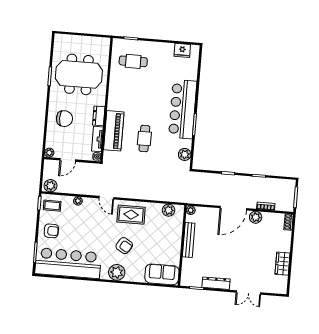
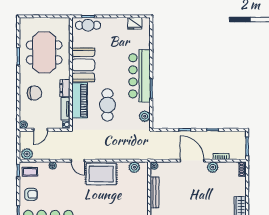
cafe table: (133, 61) -> (88, 25), moved
meeting table: (79, 74) -> (44, 52), turned 90
booth: (121, 92) -> (83, 65), added
cafe table: (144, 139) -> (107, 105), width x1.37, depth x1.35
door: (233, 208) -> (192, 161), swing flipped
rug: (131, 215) -> (101, 174), width x1.36, depth x1.43
armchair: (124, 246) -> (97, 202), removed

